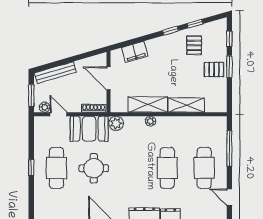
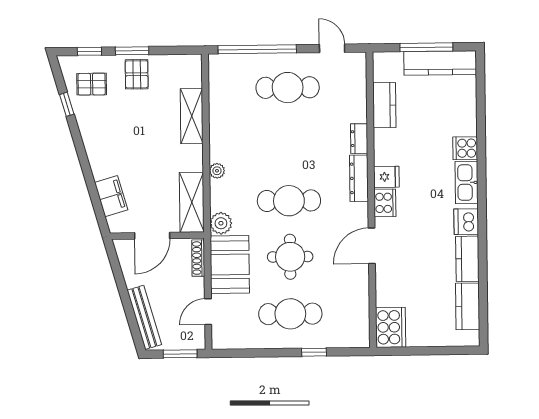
window: (171, 31) -> (78, 142), removed
pallet: (194, 45) -> (92, 84), moved
shelving: (148, 104) -> (192, 202), moved
plant: (45, 107) -> (197, 333), removed
window: (229, 148) -> (257, 49), width x1.46
window: (31, 168) -> (314, 352), moved
cafe table: (167, 168) -> (289, 201), moved
door: (229, 197) -> (332, 48), swing flipped

